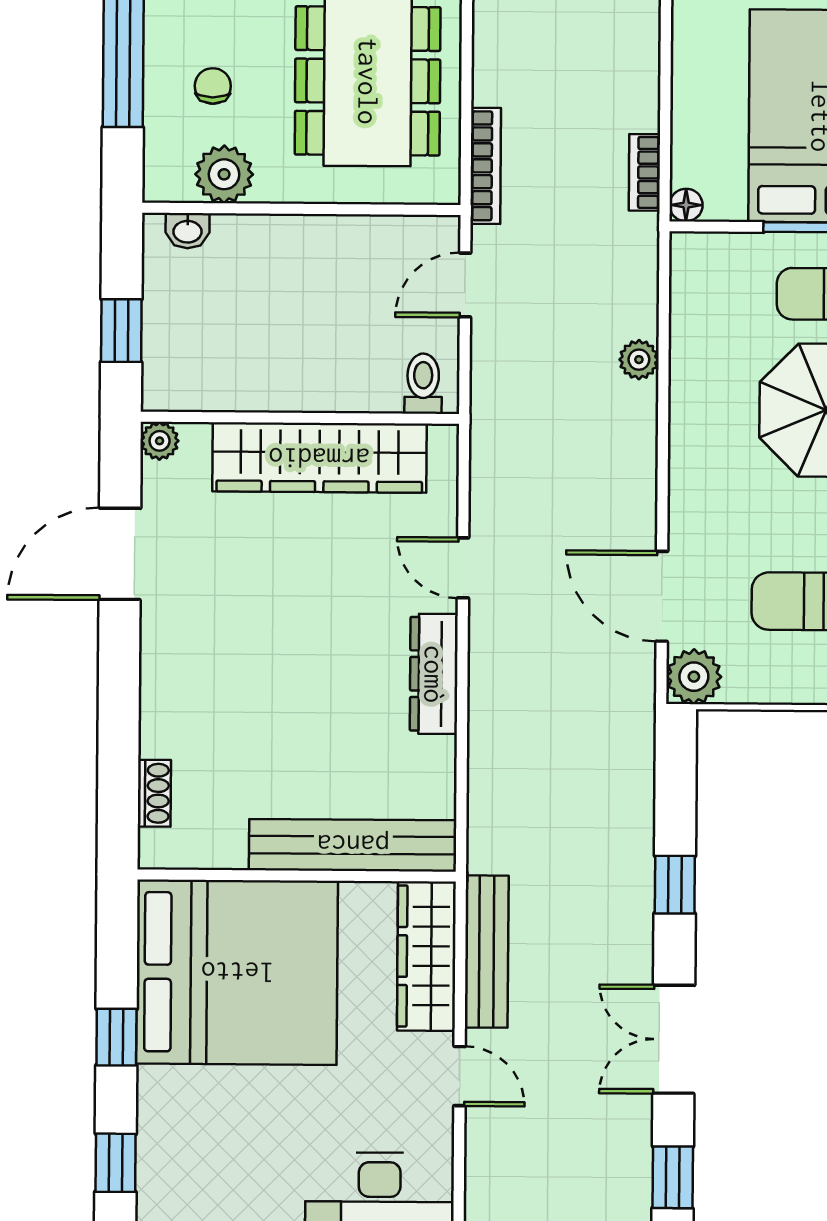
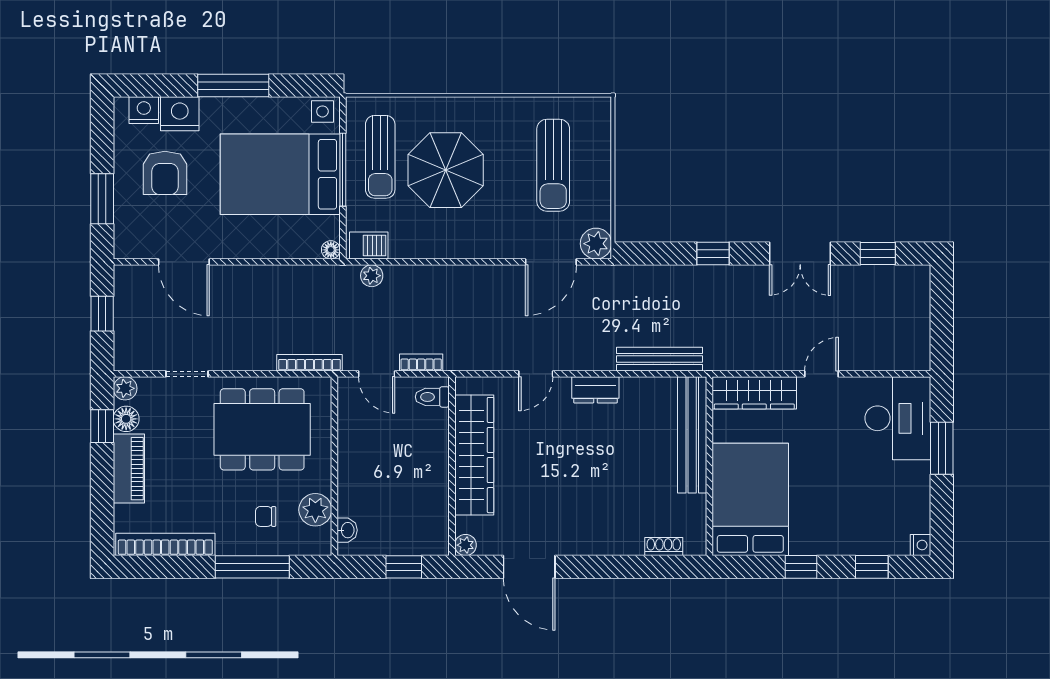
bookcase: (645, 172) -> (421, 362), moved, turned 180
barbecue: (693, 273) -> (369, 245), added
plant: (639, 360) -> (372, 276), moved
dresser: (434, 674) -> (595, 390), width x0.70
bench: (487, 952) -> (659, 359), moved
bed: (237, 972) -> (750, 499), width x0.73

